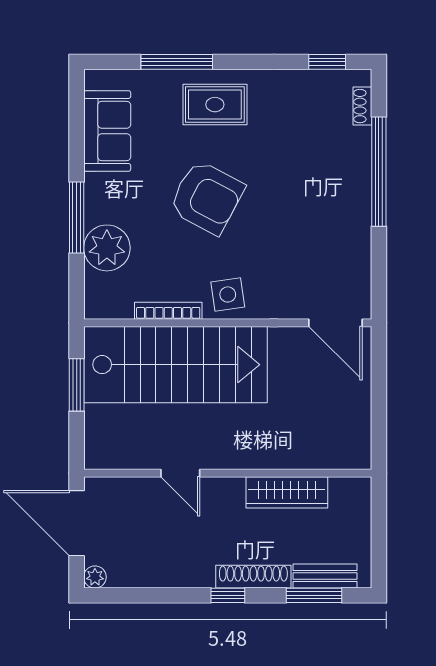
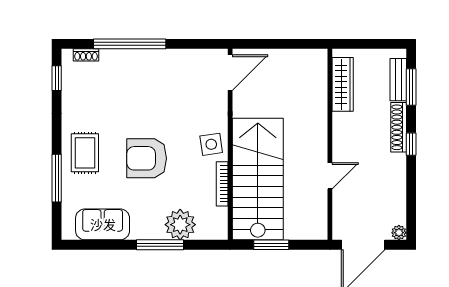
armchair: (207, 197) -> (147, 158), turned -118
wardrobe: (287, 492) -> (343, 84), moved

